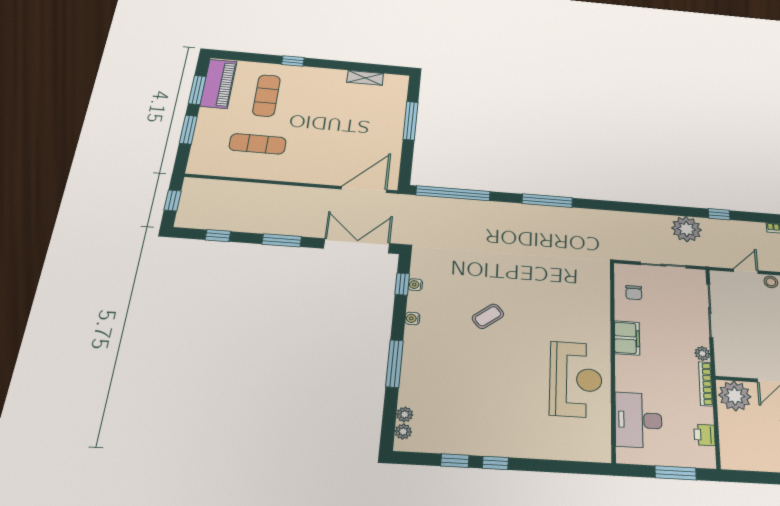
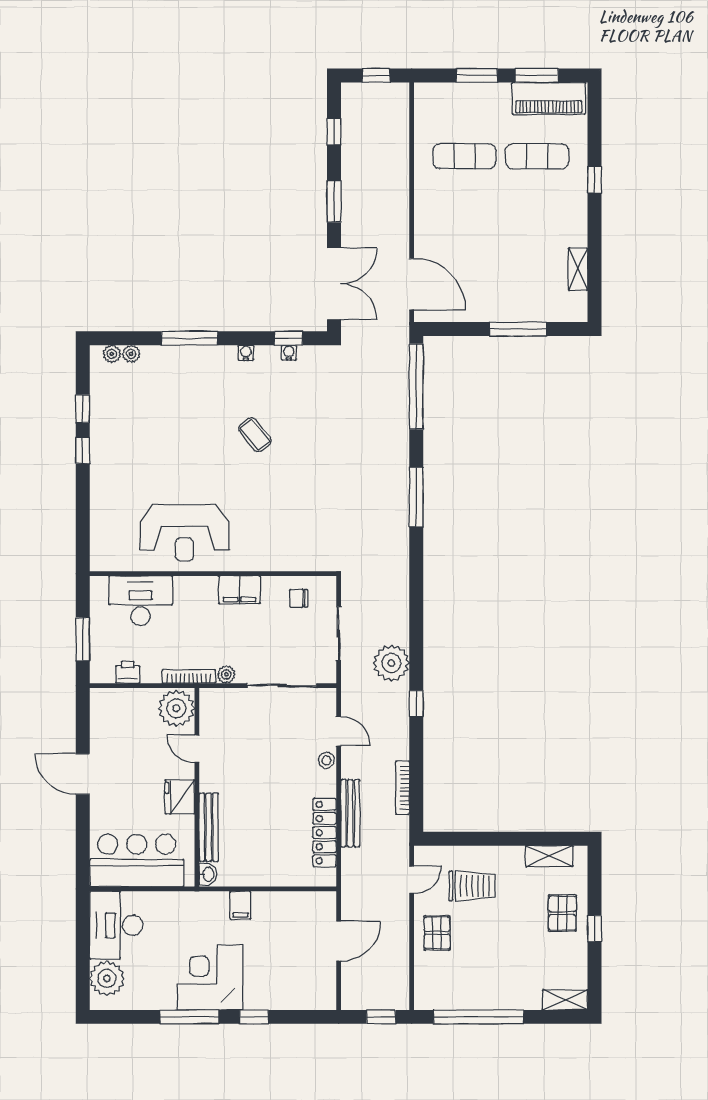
exercise mat: (258, 144) -> (464, 156), turned 90

